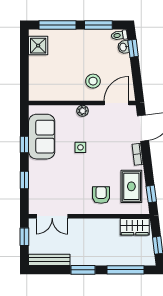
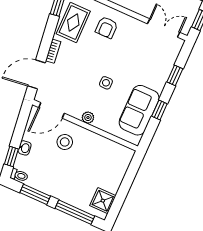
washbasin: (123, 47) -> (25, 148), moved

